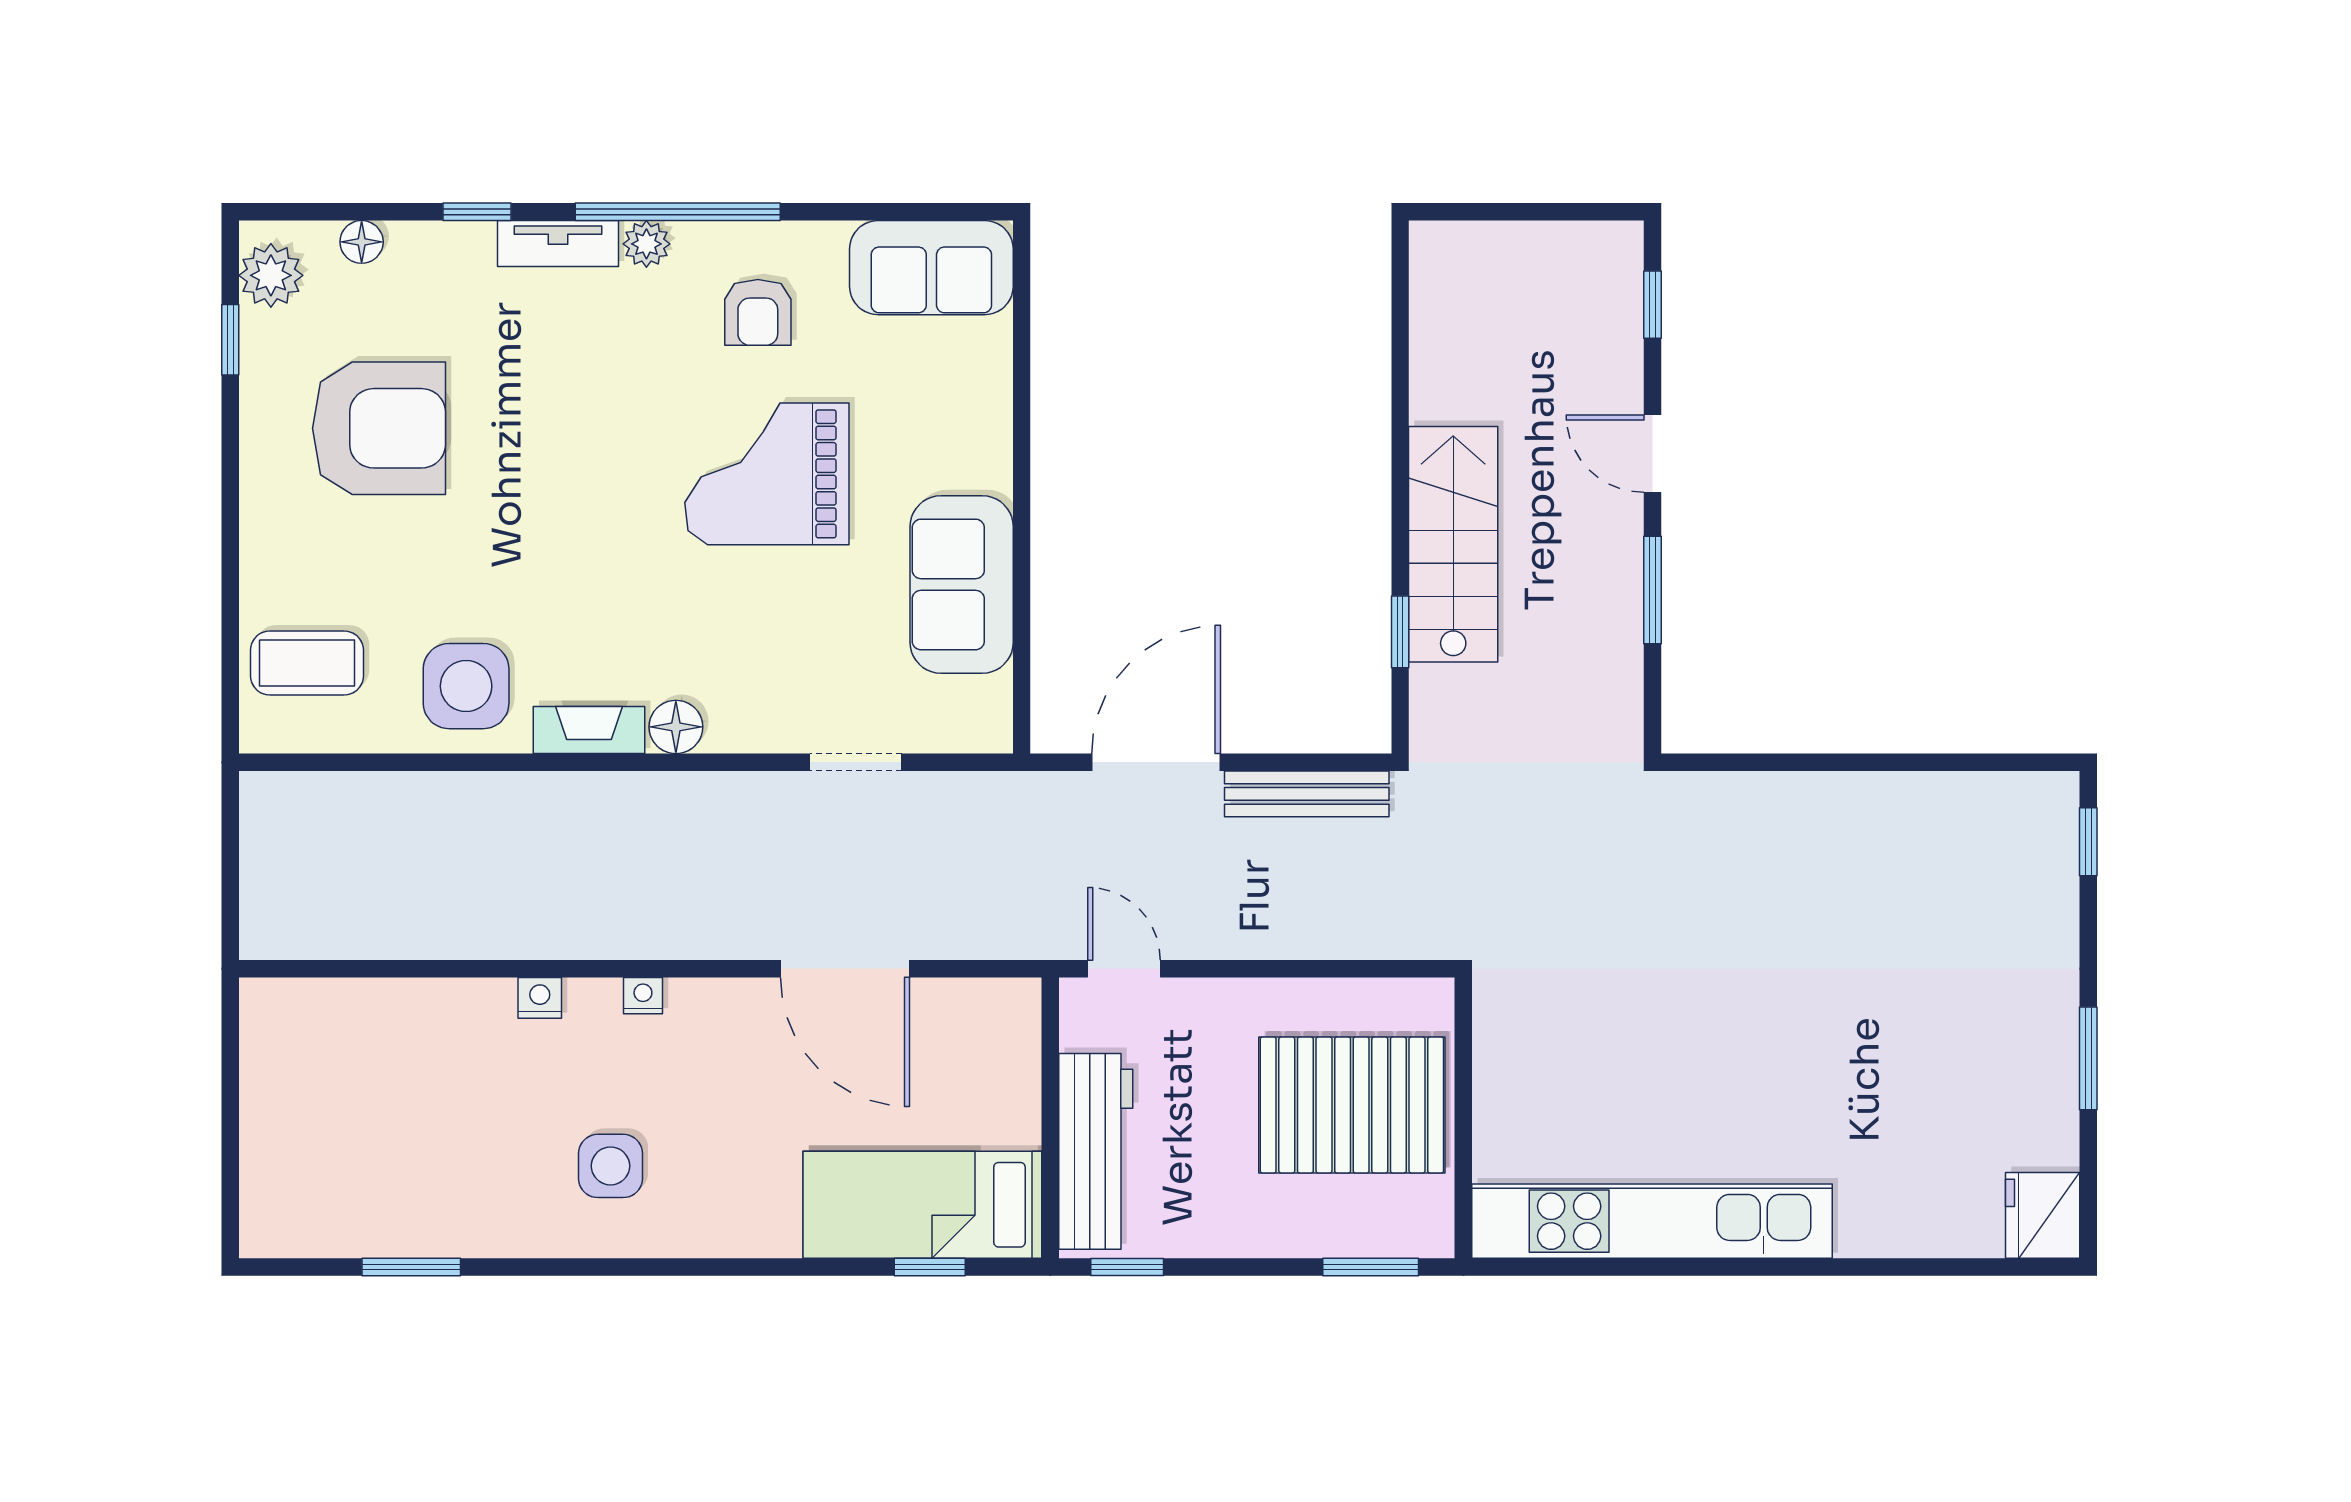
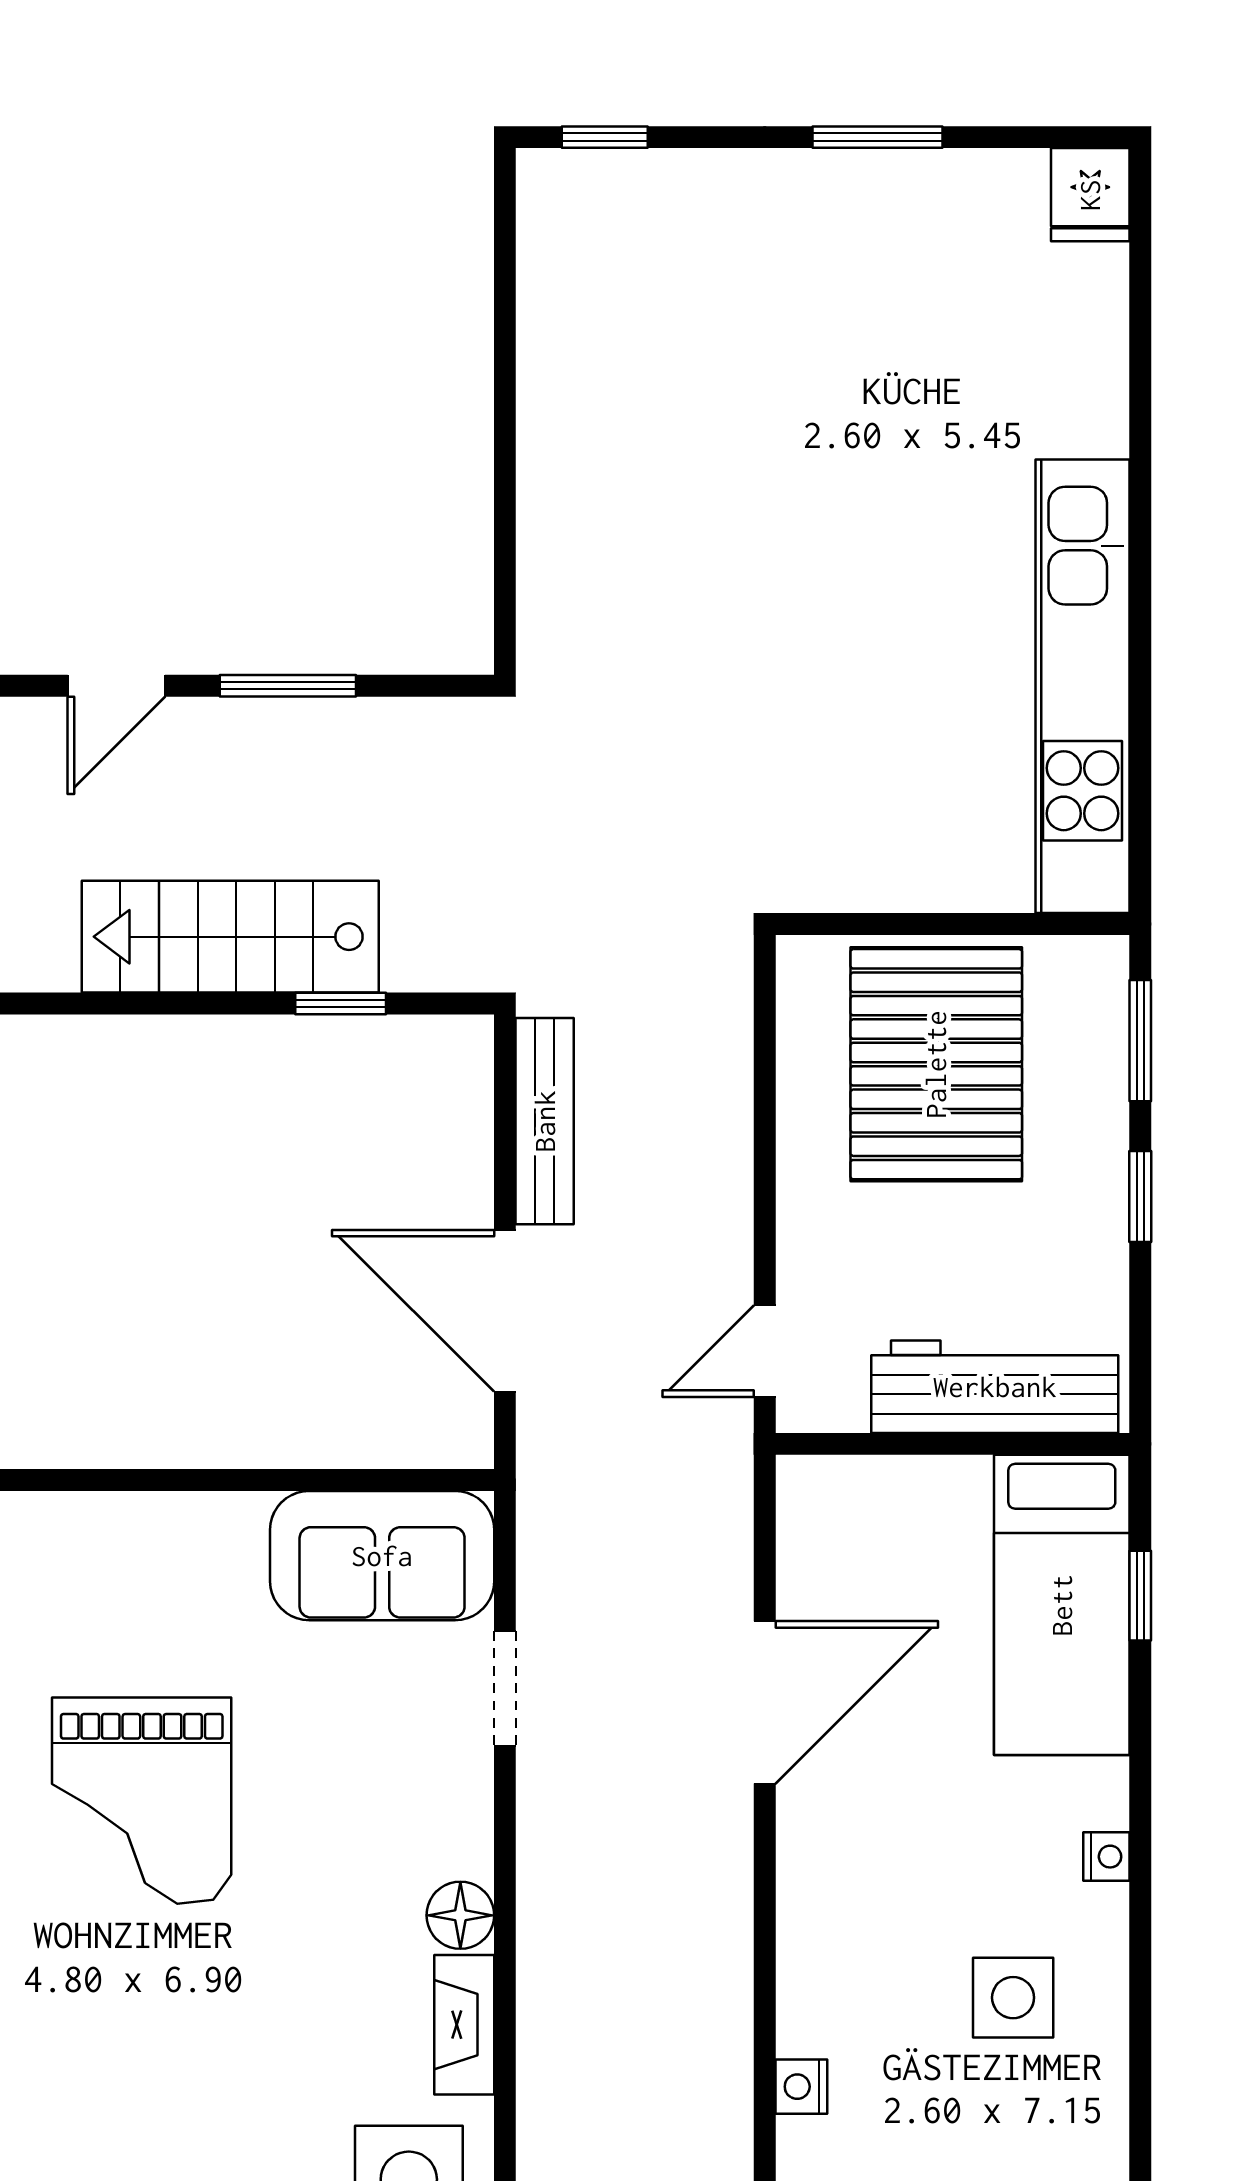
sofa: (962, 584) -> (382, 1556), moved
nightstand: (643, 996) -> (1106, 1857), moved, turned 180
fridge: (2043, 1215) -> (1090, 195), width x0.72
window: (1127, 1267) -> (1140, 1197), moved

